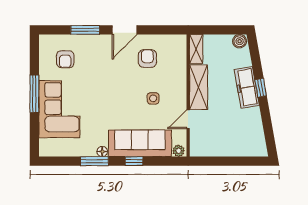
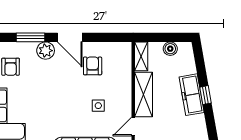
door: (125, 30) -> (70, 37), hinge flipped
boiler: (240, 41) -> (170, 49), moved
plant: (100, 43) -> (46, 51), added

